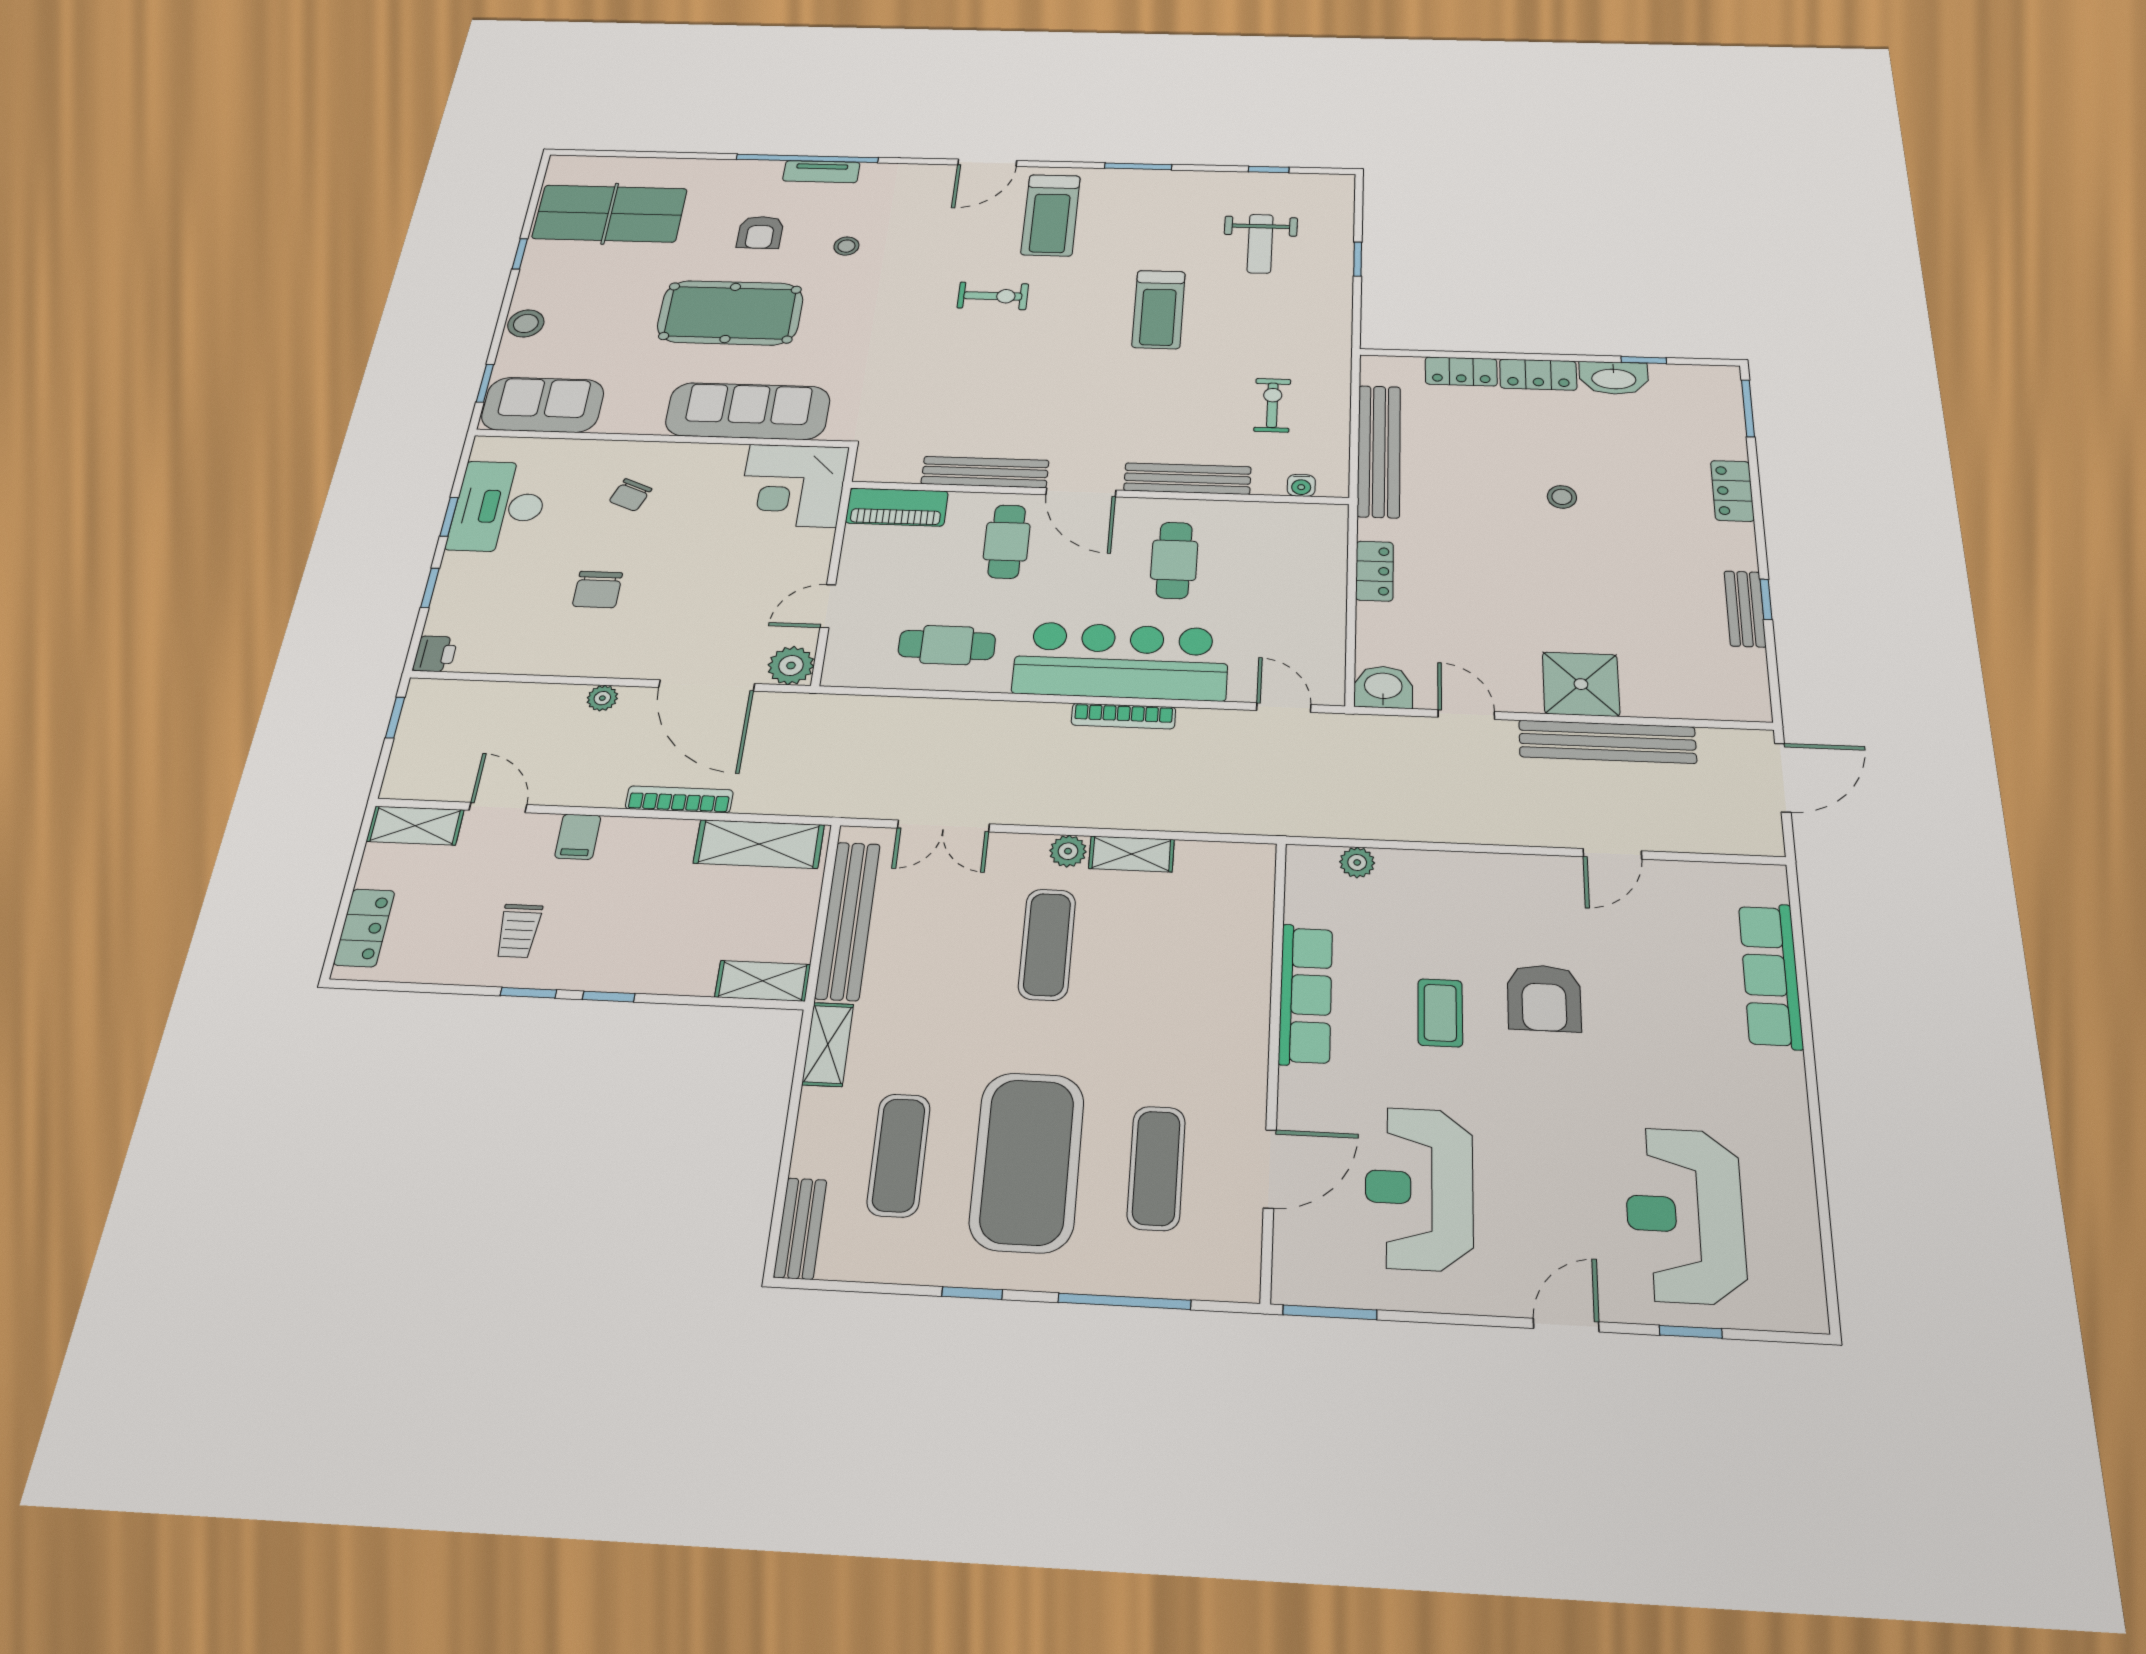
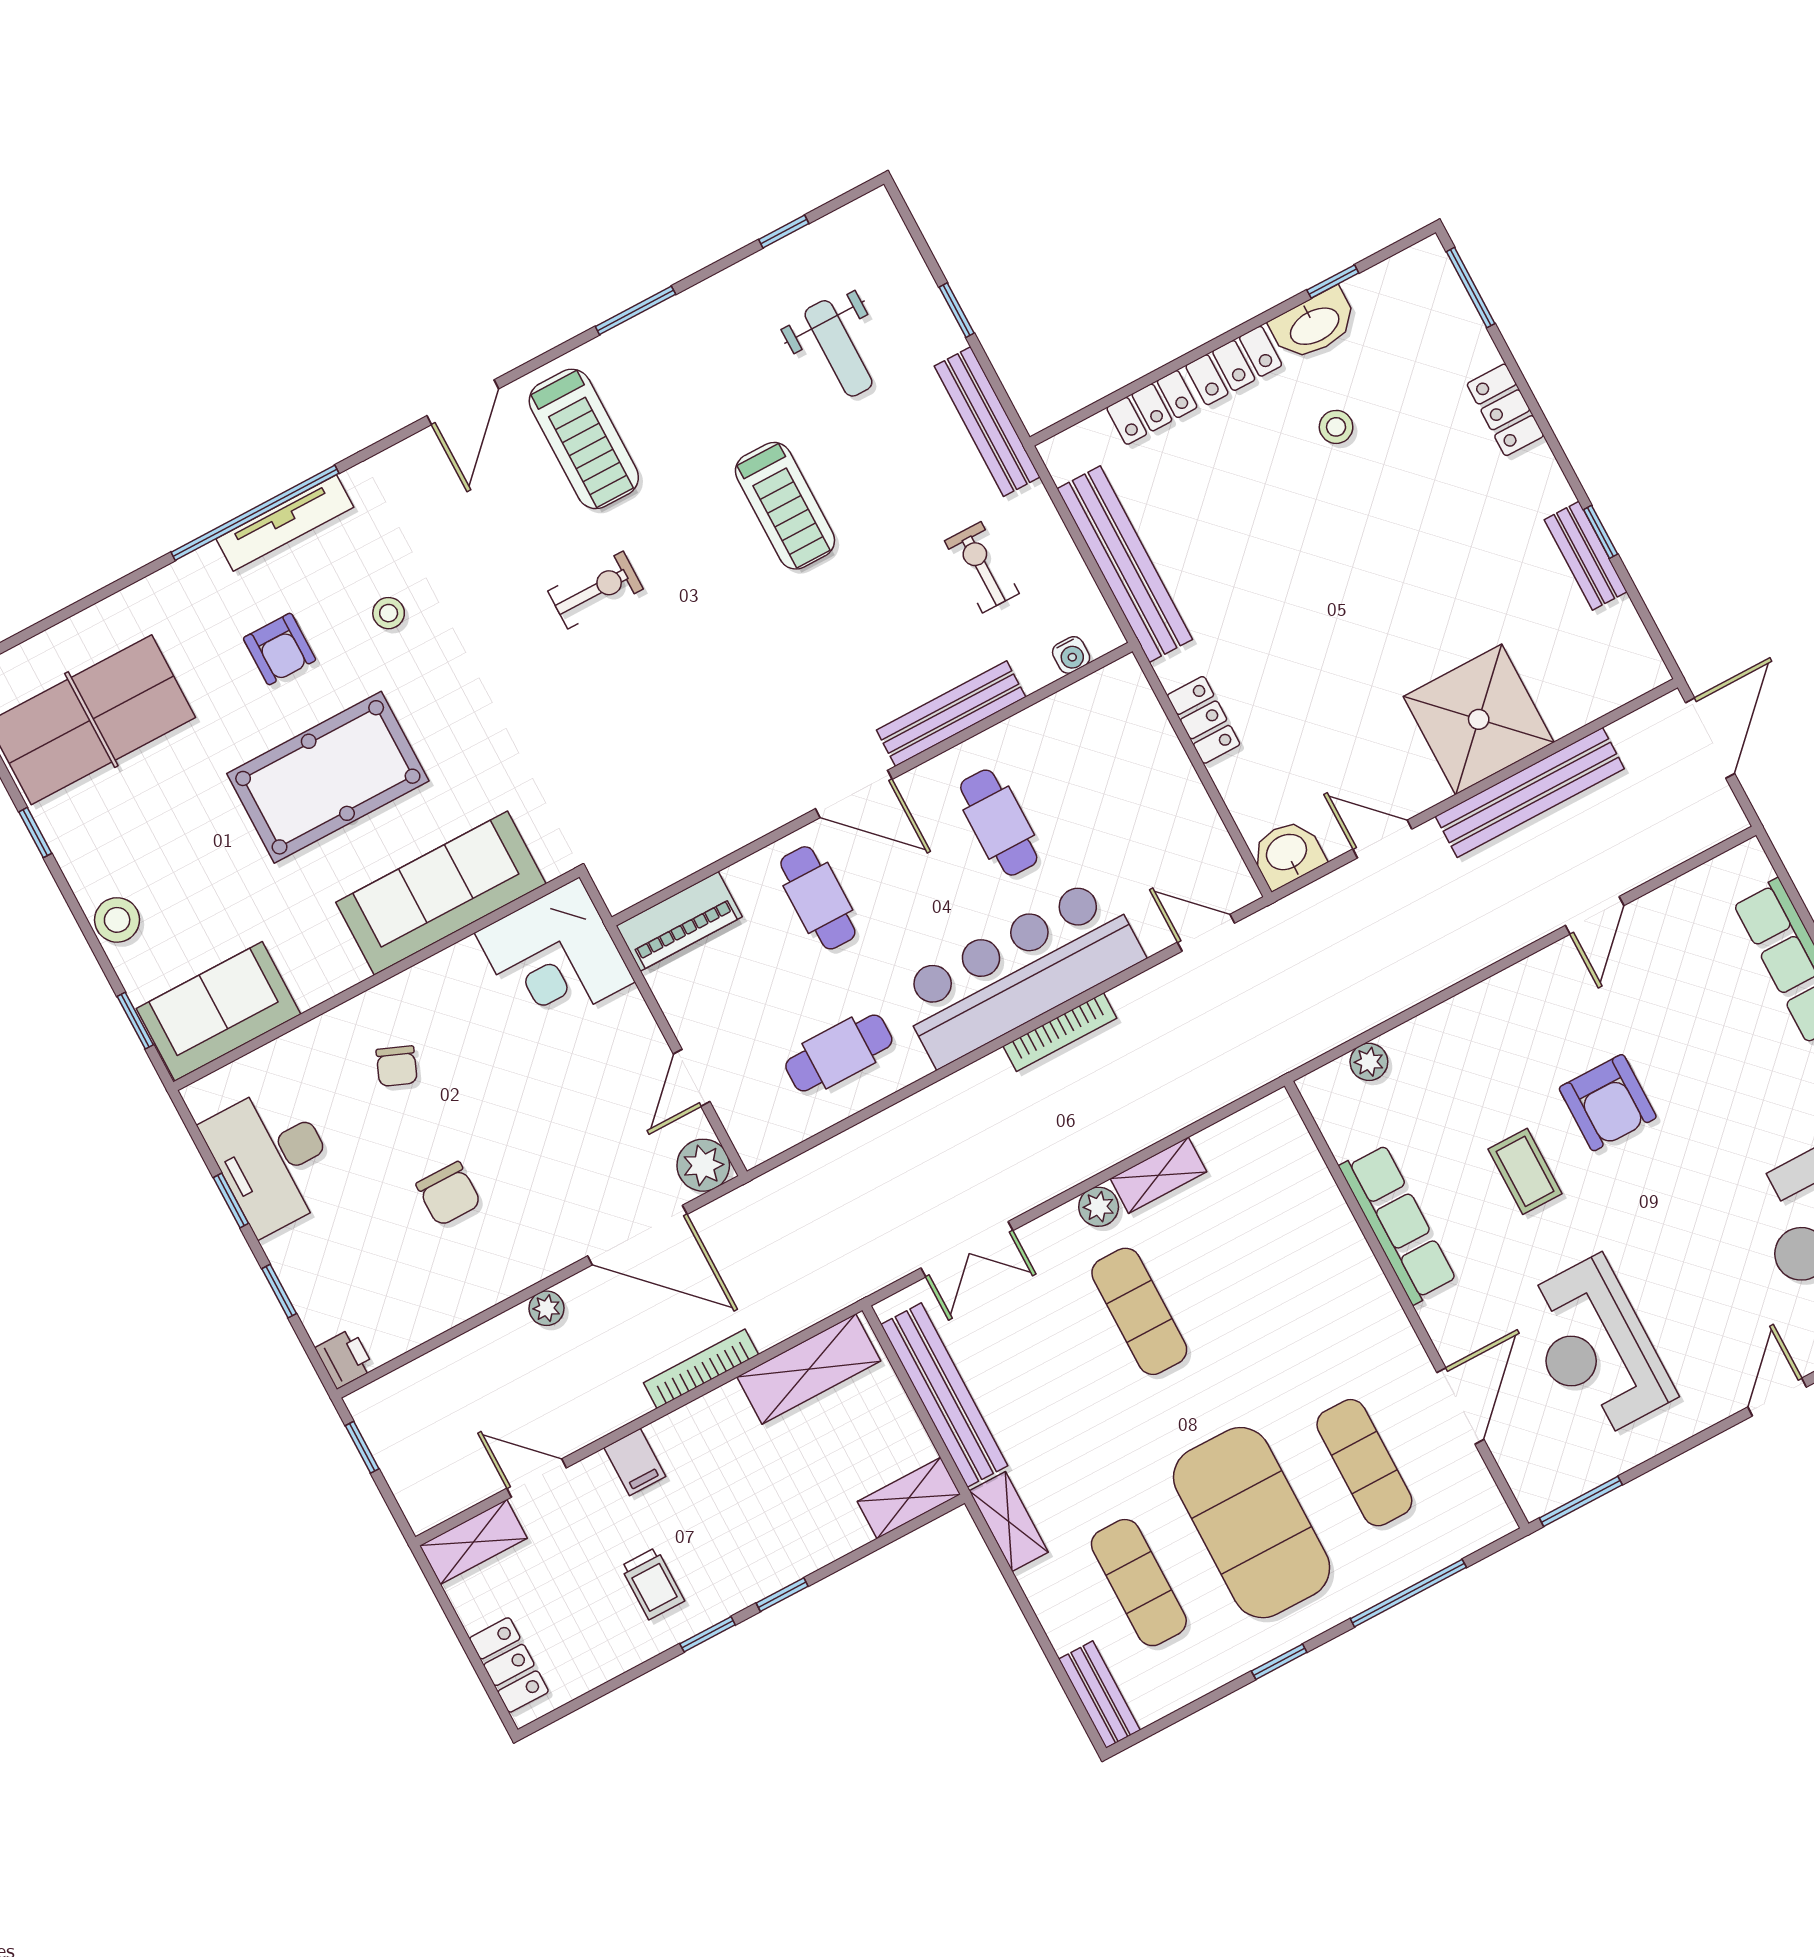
tv unit: (821, 172) -> (285, 523), width x1.41
bench: (985, 472) -> (987, 422), moved, turned 90
stool: (1562, 497) -> (1336, 427), moved
shower: (1581, 684) -> (1479, 719), width x1.37, depth x1.37

